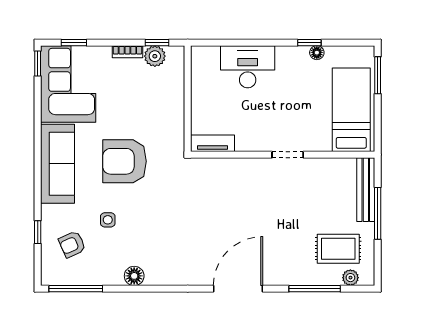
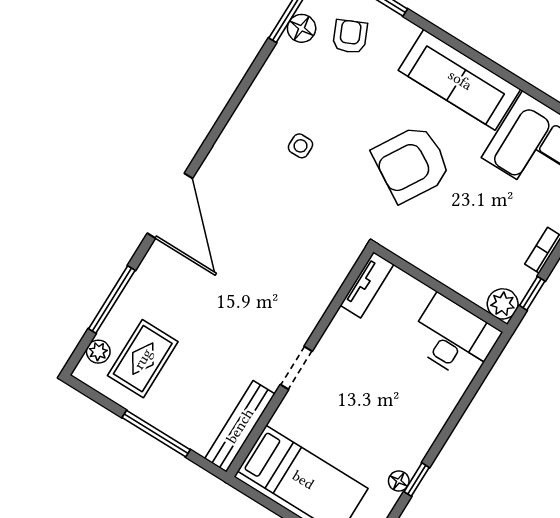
plant: (155, 56) -> (503, 304), moved
desk: (248, 67) -> (454, 338), moved, turned -90
armchair: (125, 161) -> (412, 164), turned -149
bench: (366, 190) -> (240, 426), moved, turned 90
side table: (108, 220) -> (300, 146), moved
floor lamp: (134, 276) -> (302, 28), moved

